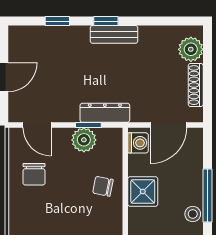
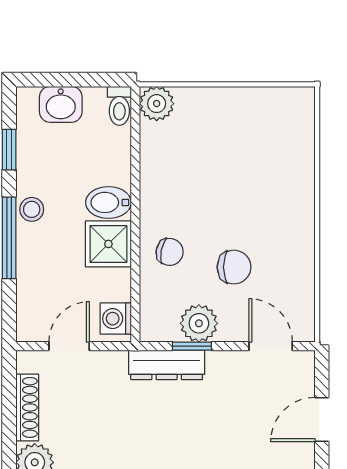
door: (168, 125) -> (69, 346), width x0.73
chair: (34, 174) -> (234, 267), moved, turned 90
bidet: (143, 219) -> (108, 202), added

